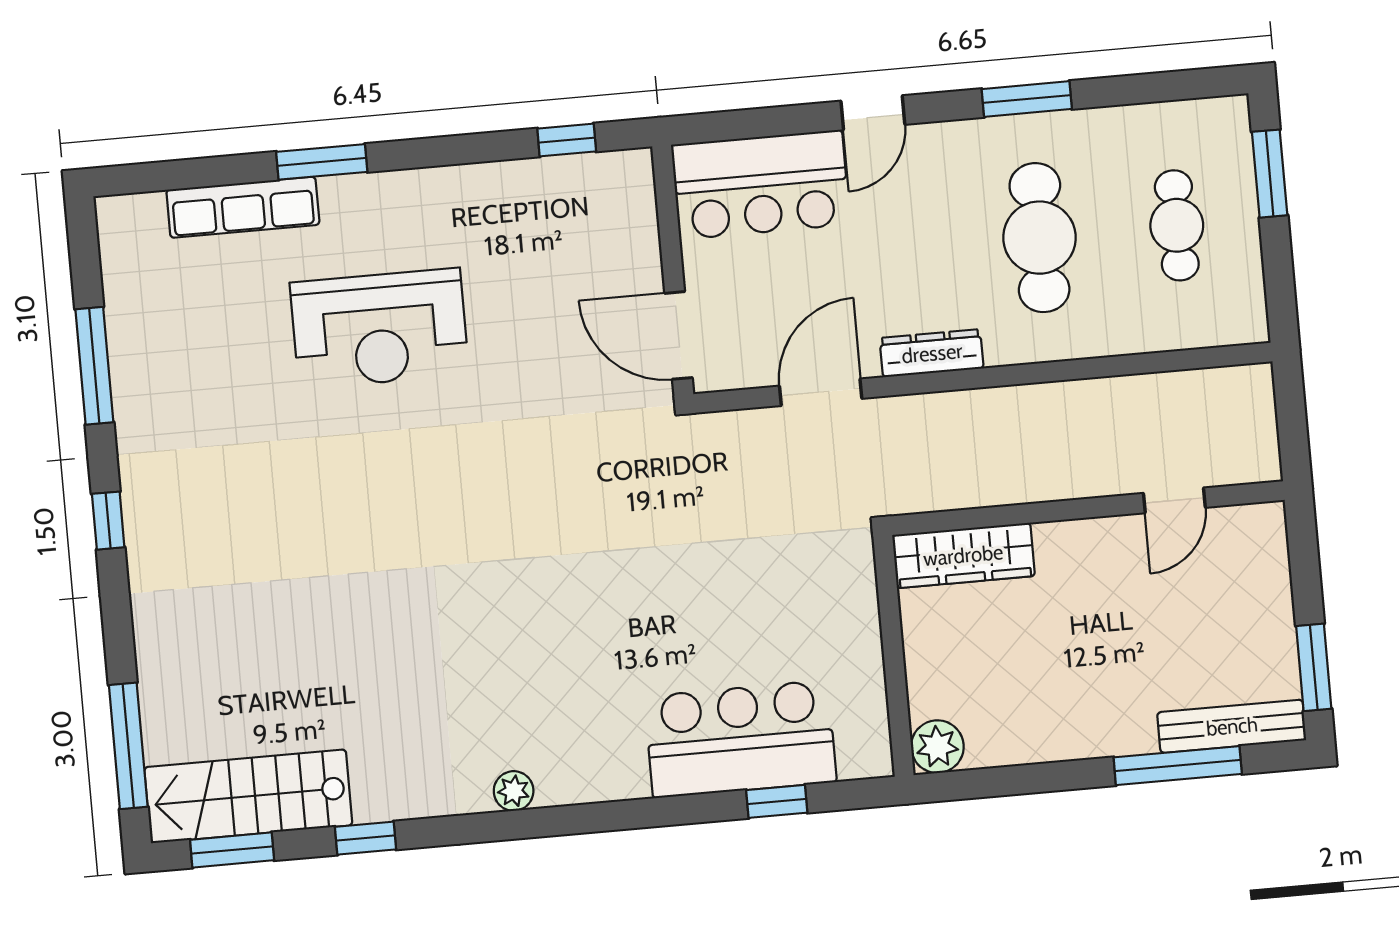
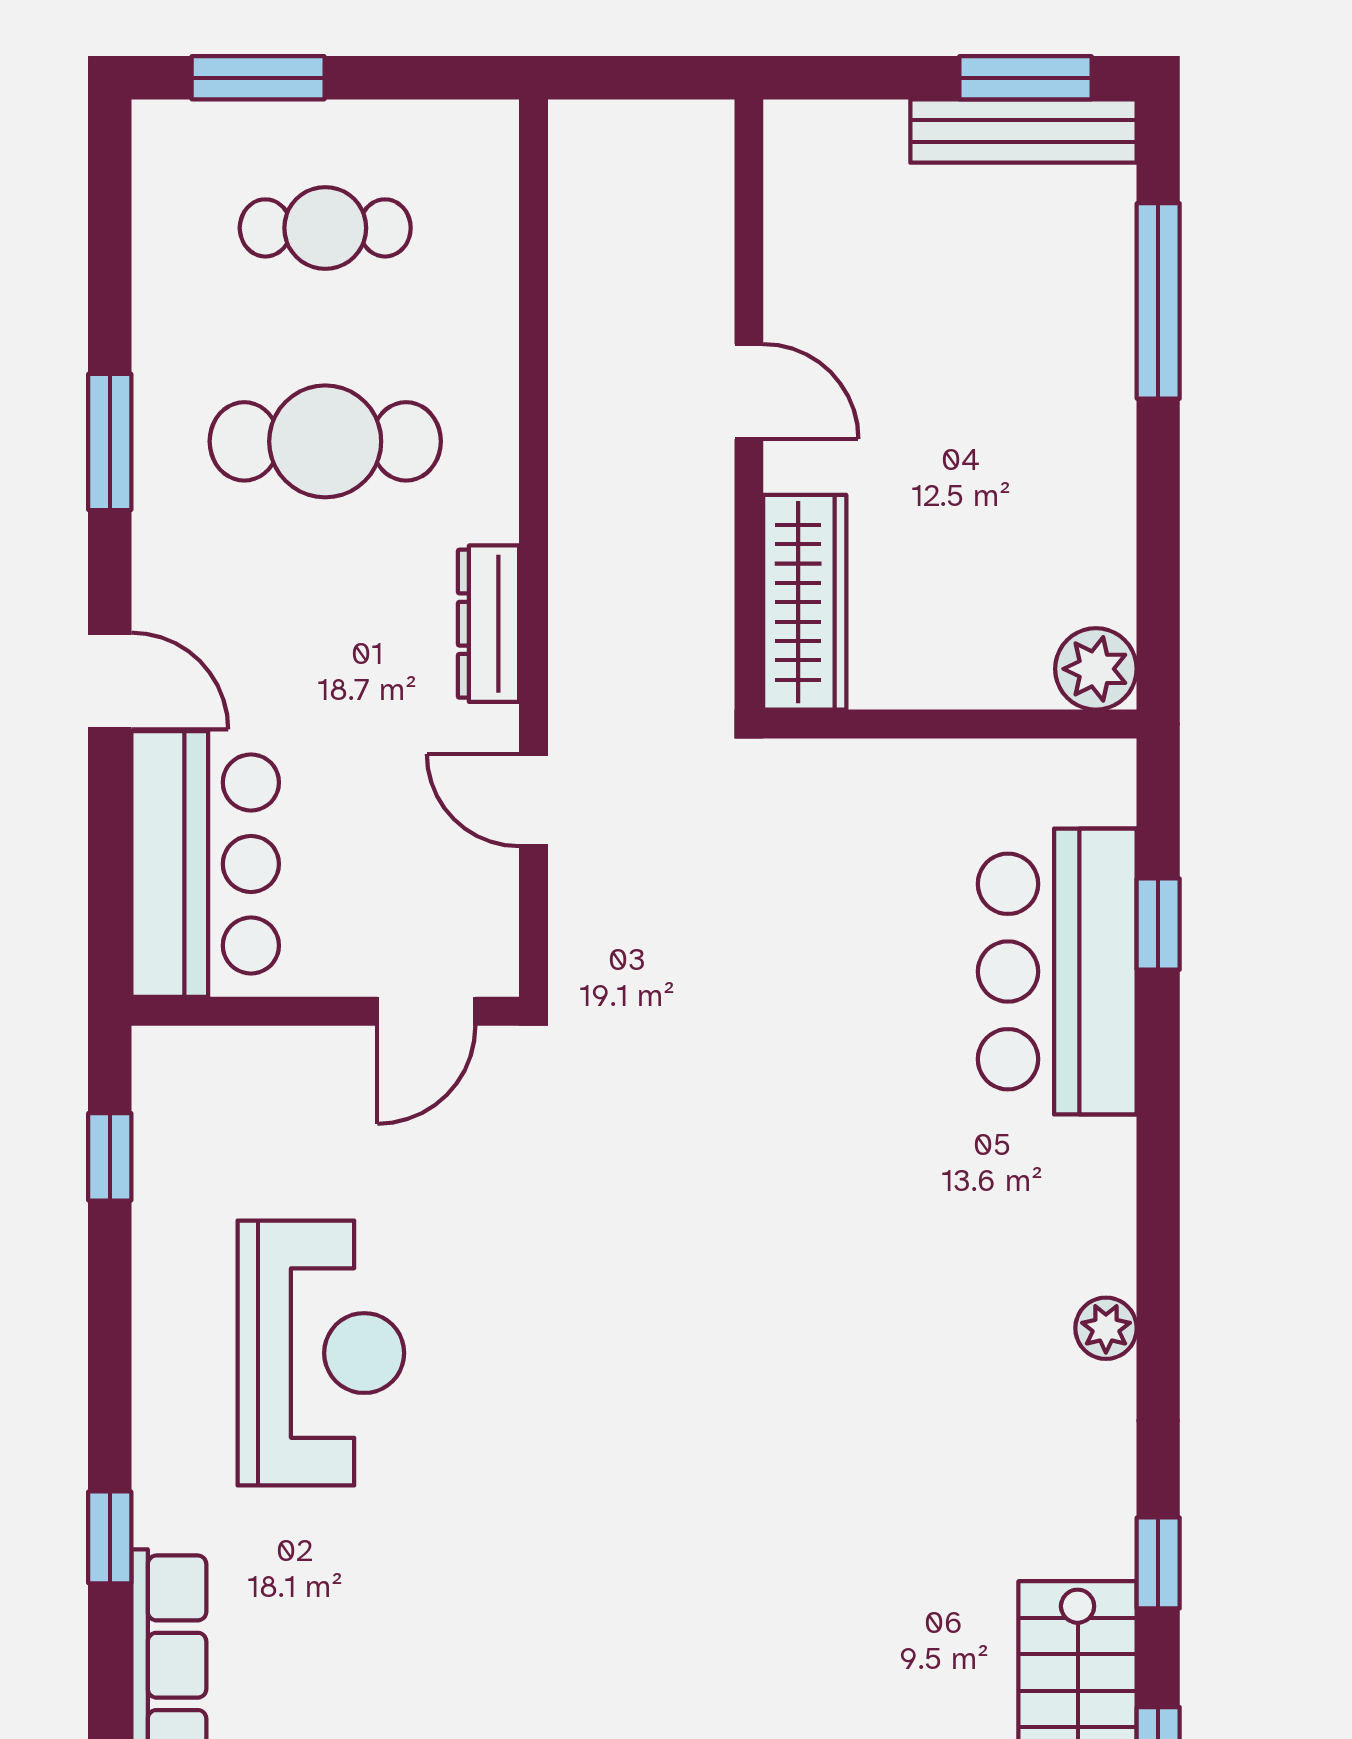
window: (322, 162) -> (110, 1537), width x0.67
reception desk: (379, 329) -> (321, 1353), moved
door: (679, 335) -> (426, 1011), width x0.73
door: (821, 392) -> (533, 800), width x0.73
door: (1174, 500) -> (749, 392), moved
bench: (1232, 726) -> (1023, 131), moved, turned 90

